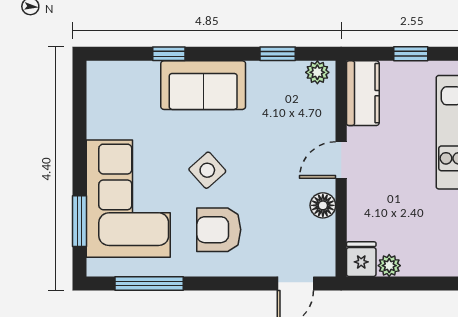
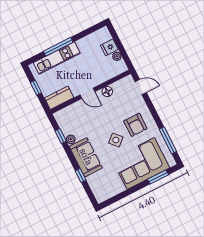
plant: (317, 72) -> (71, 139), moved
fridge: (361, 259) -> (109, 47), moved

